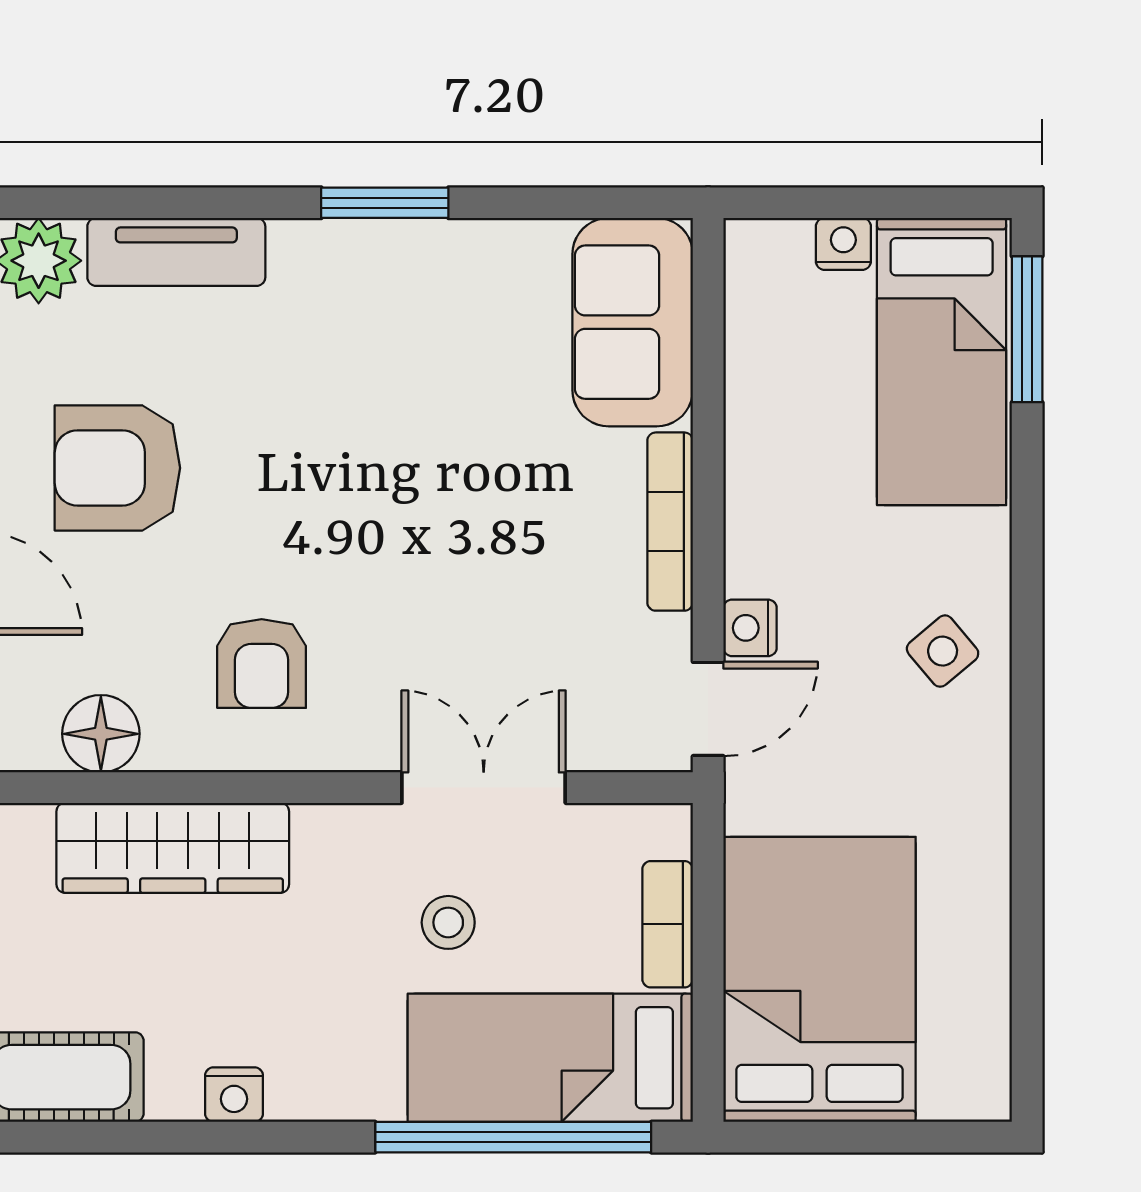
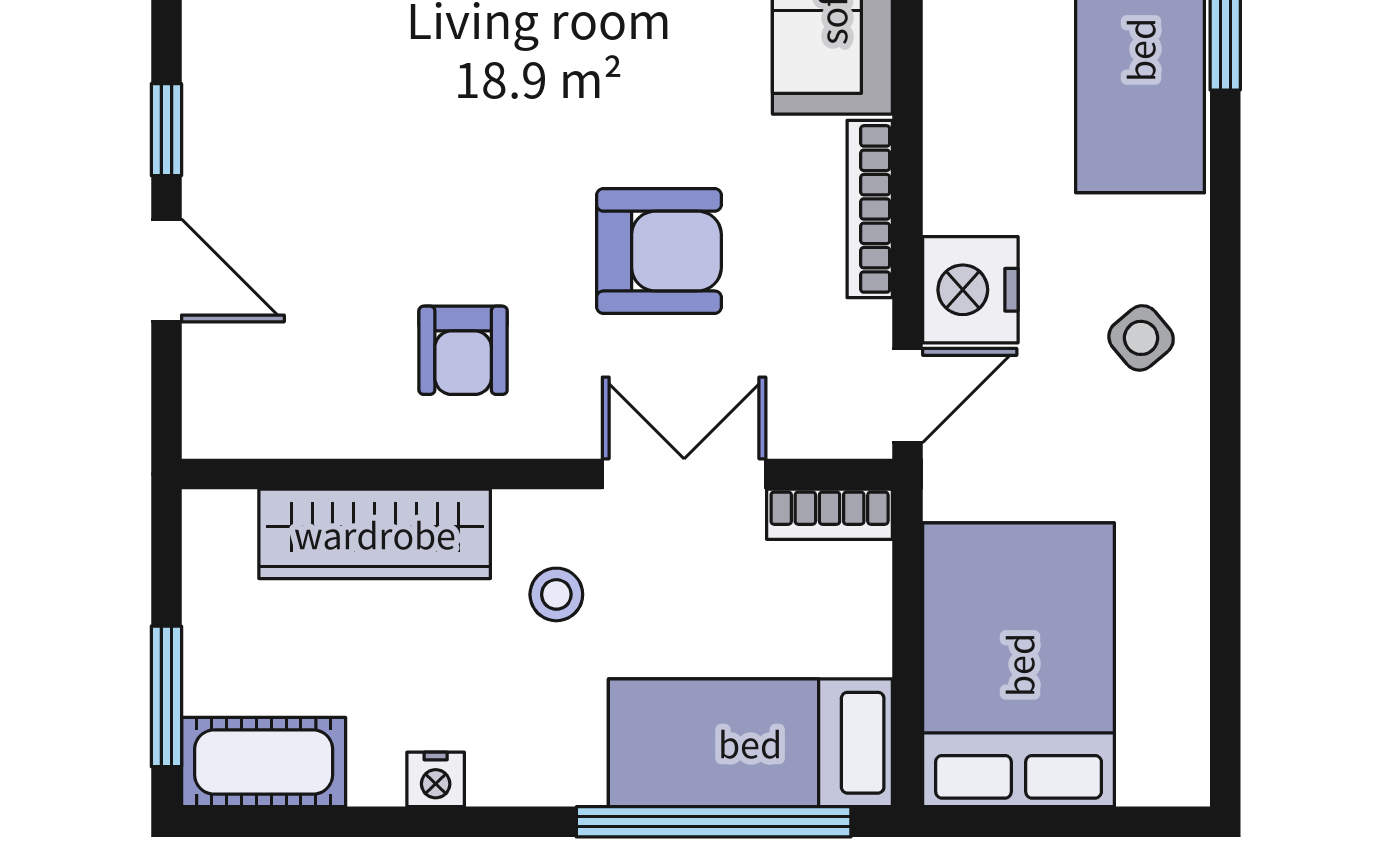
armchair: (117, 468) -> (659, 251), moved, turned 180
nightstand: (750, 628) -> (970, 290), width x1.89, depth x1.79
floor lamp: (101, 734) -> (303, 420), removed
stool: (448, 922) -> (556, 594), moved
bookcase: (668, 924) -> (830, 514), moved, turned -90

